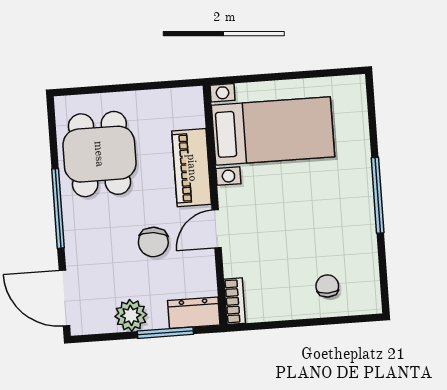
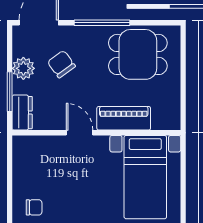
chair: (153, 242) -> (61, 64), moved, turned 48
bookcase: (235, 301) -> (28, 142), removed

